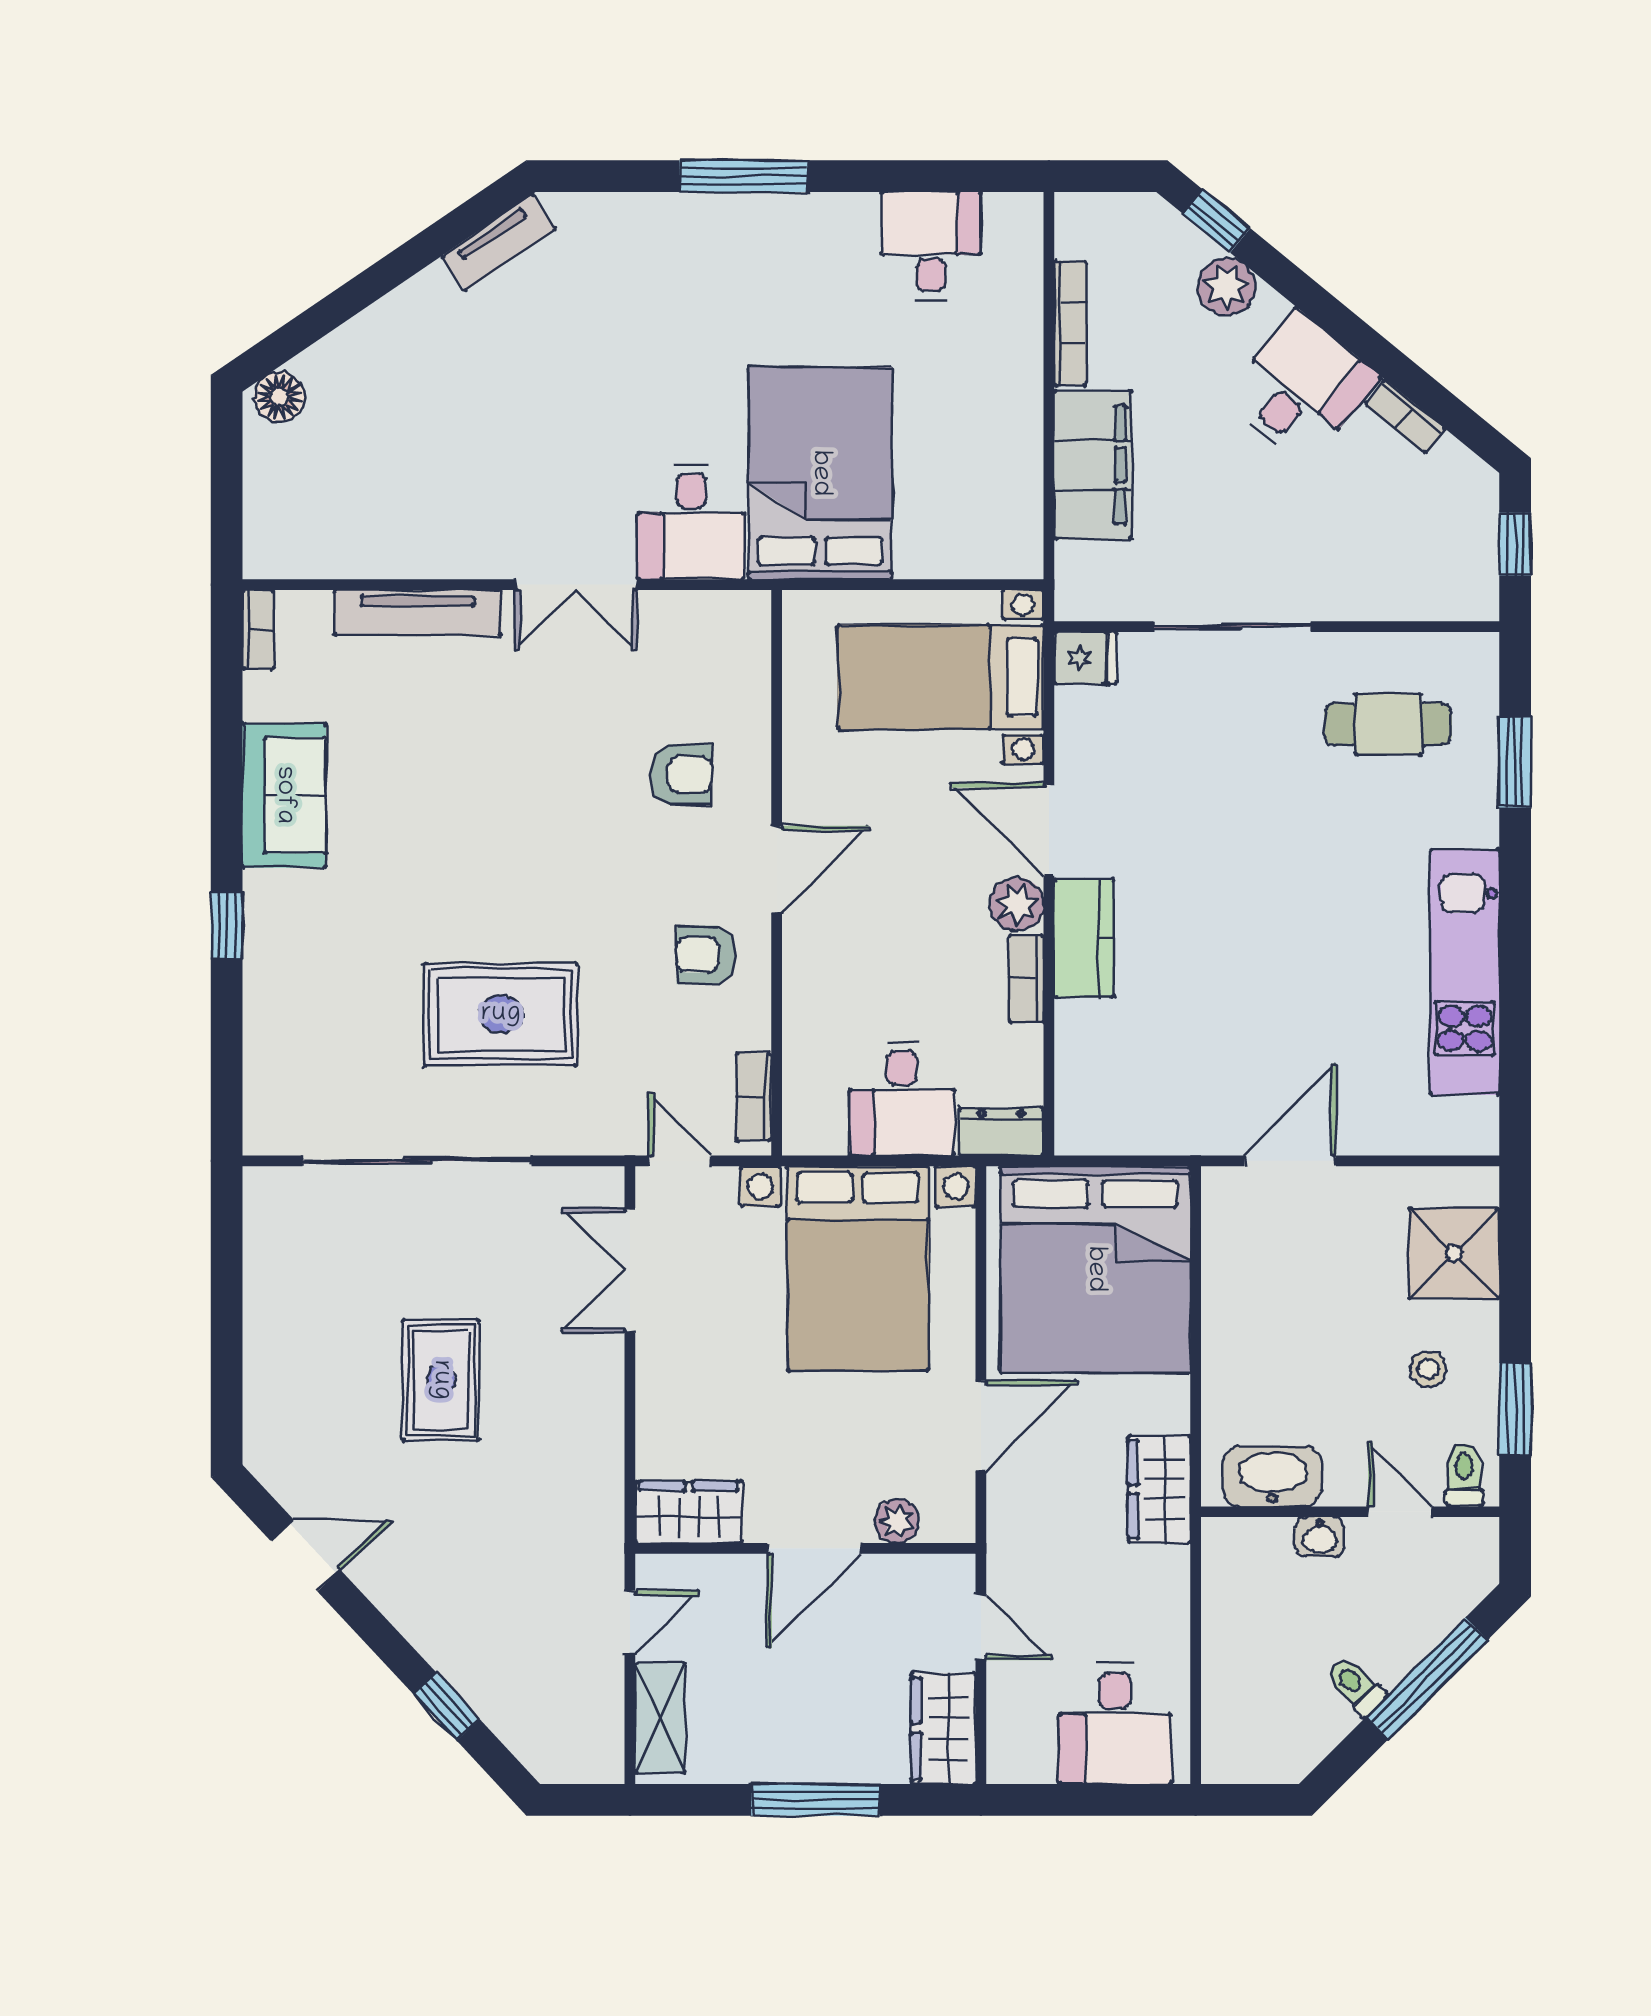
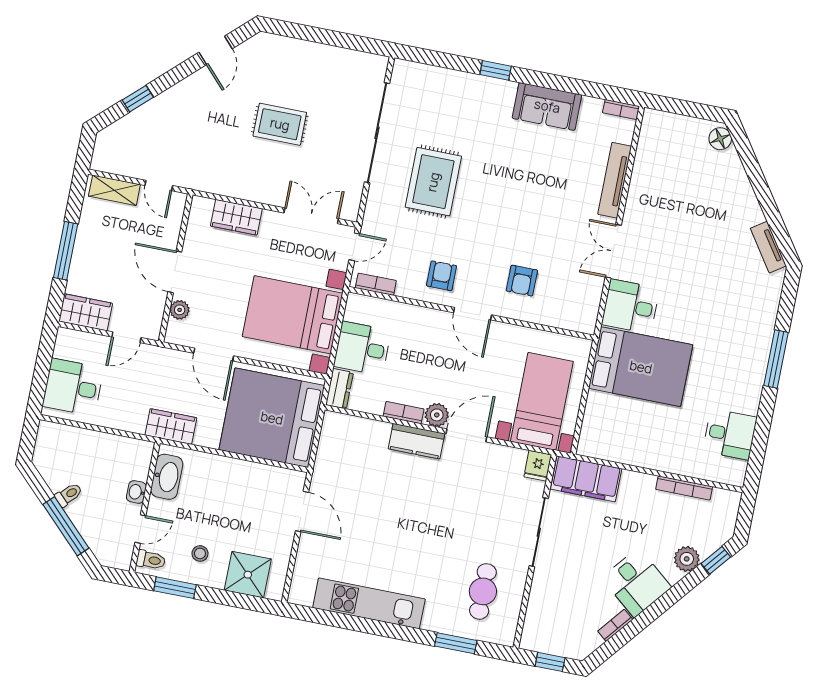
filing cabinet: (1093, 465) -> (586, 479), moved
wardrobe: (689, 1512) -> (236, 217), moved, turned 90

